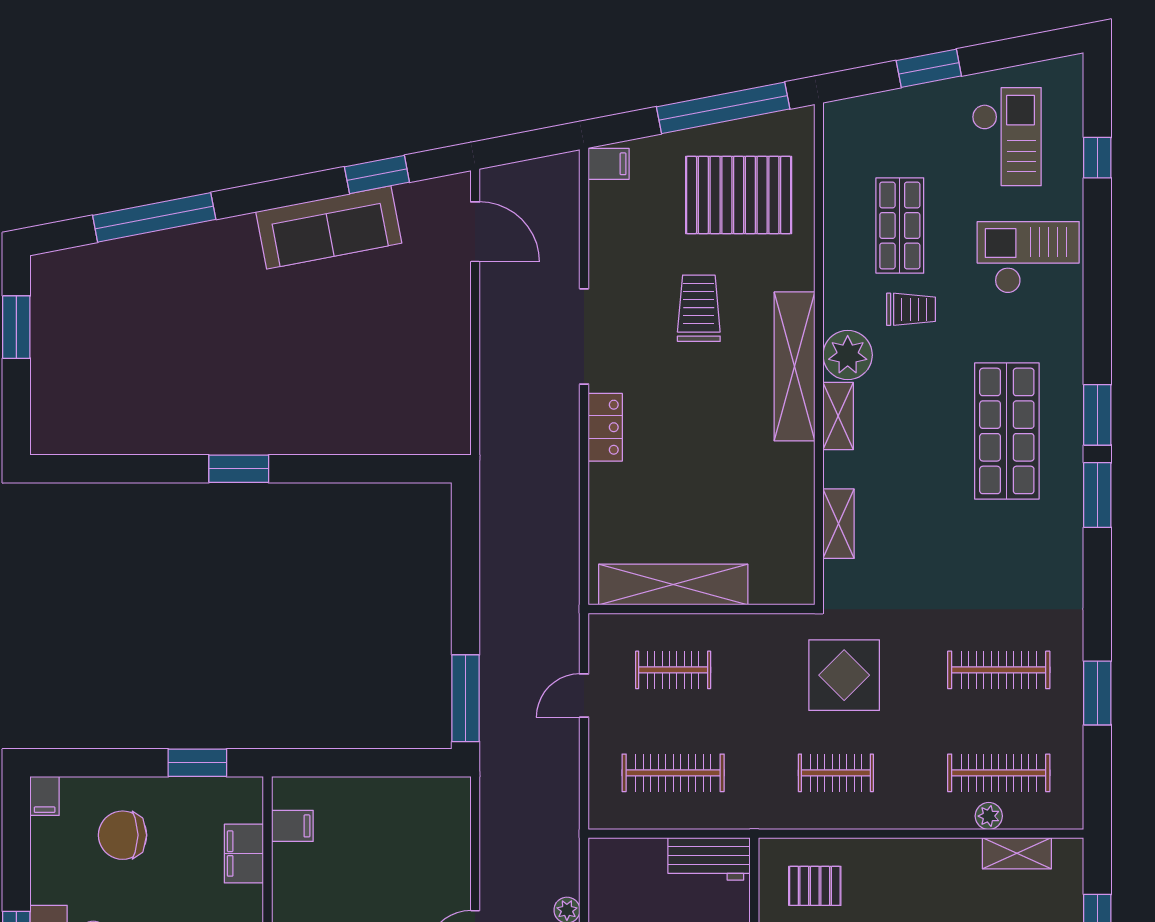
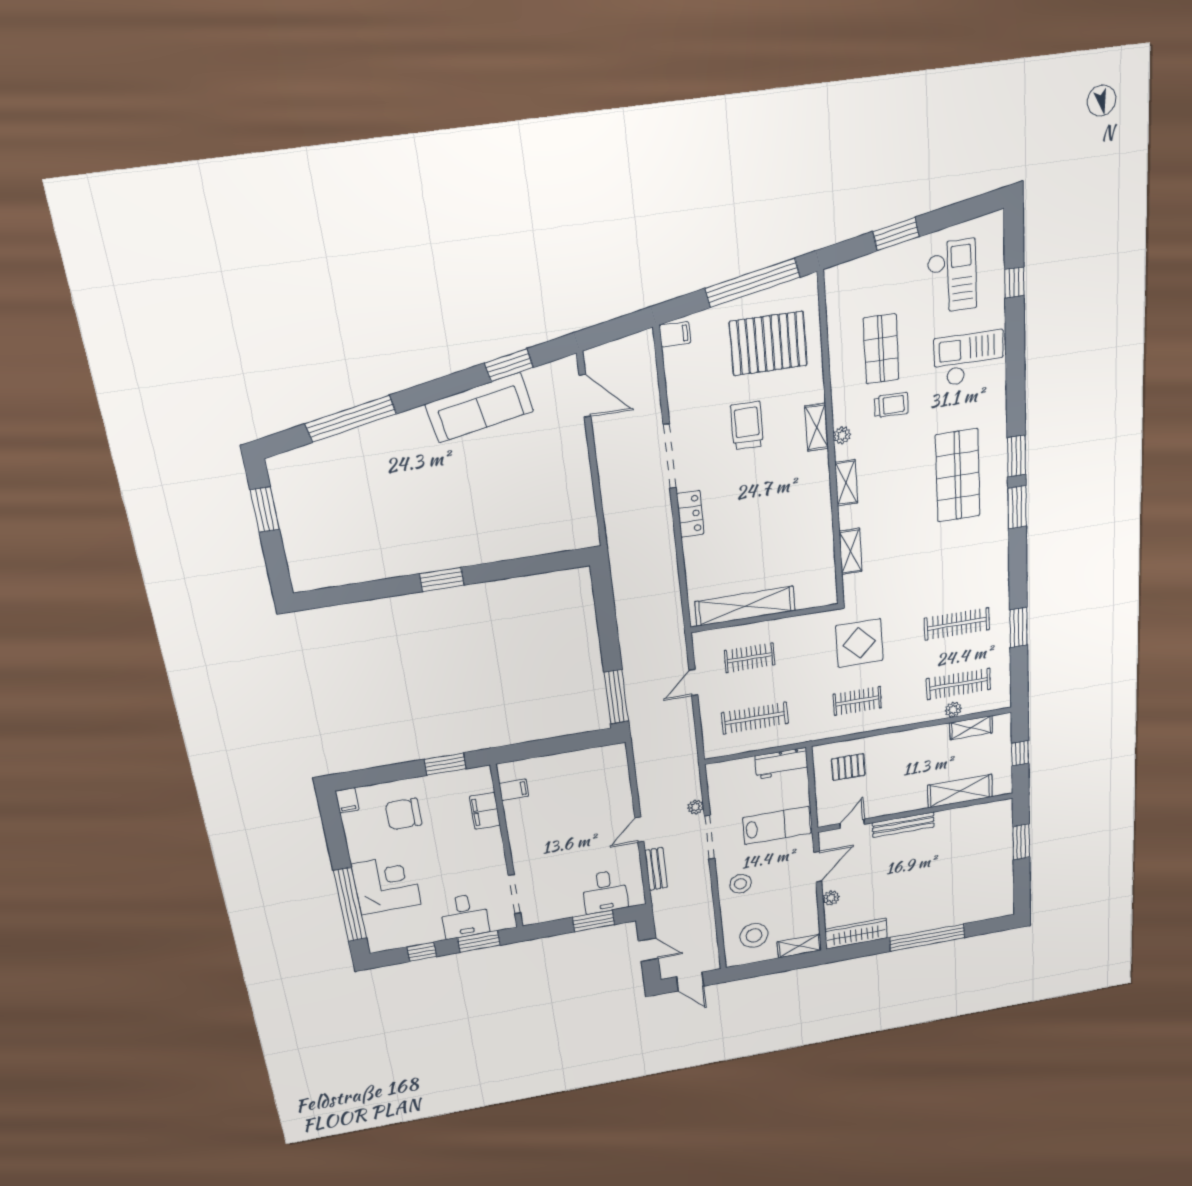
plant: (848, 355) -> (842, 435), width x0.53, depth x0.53
shelving: (794, 366) -> (817, 427), width x0.45, depth x0.75

